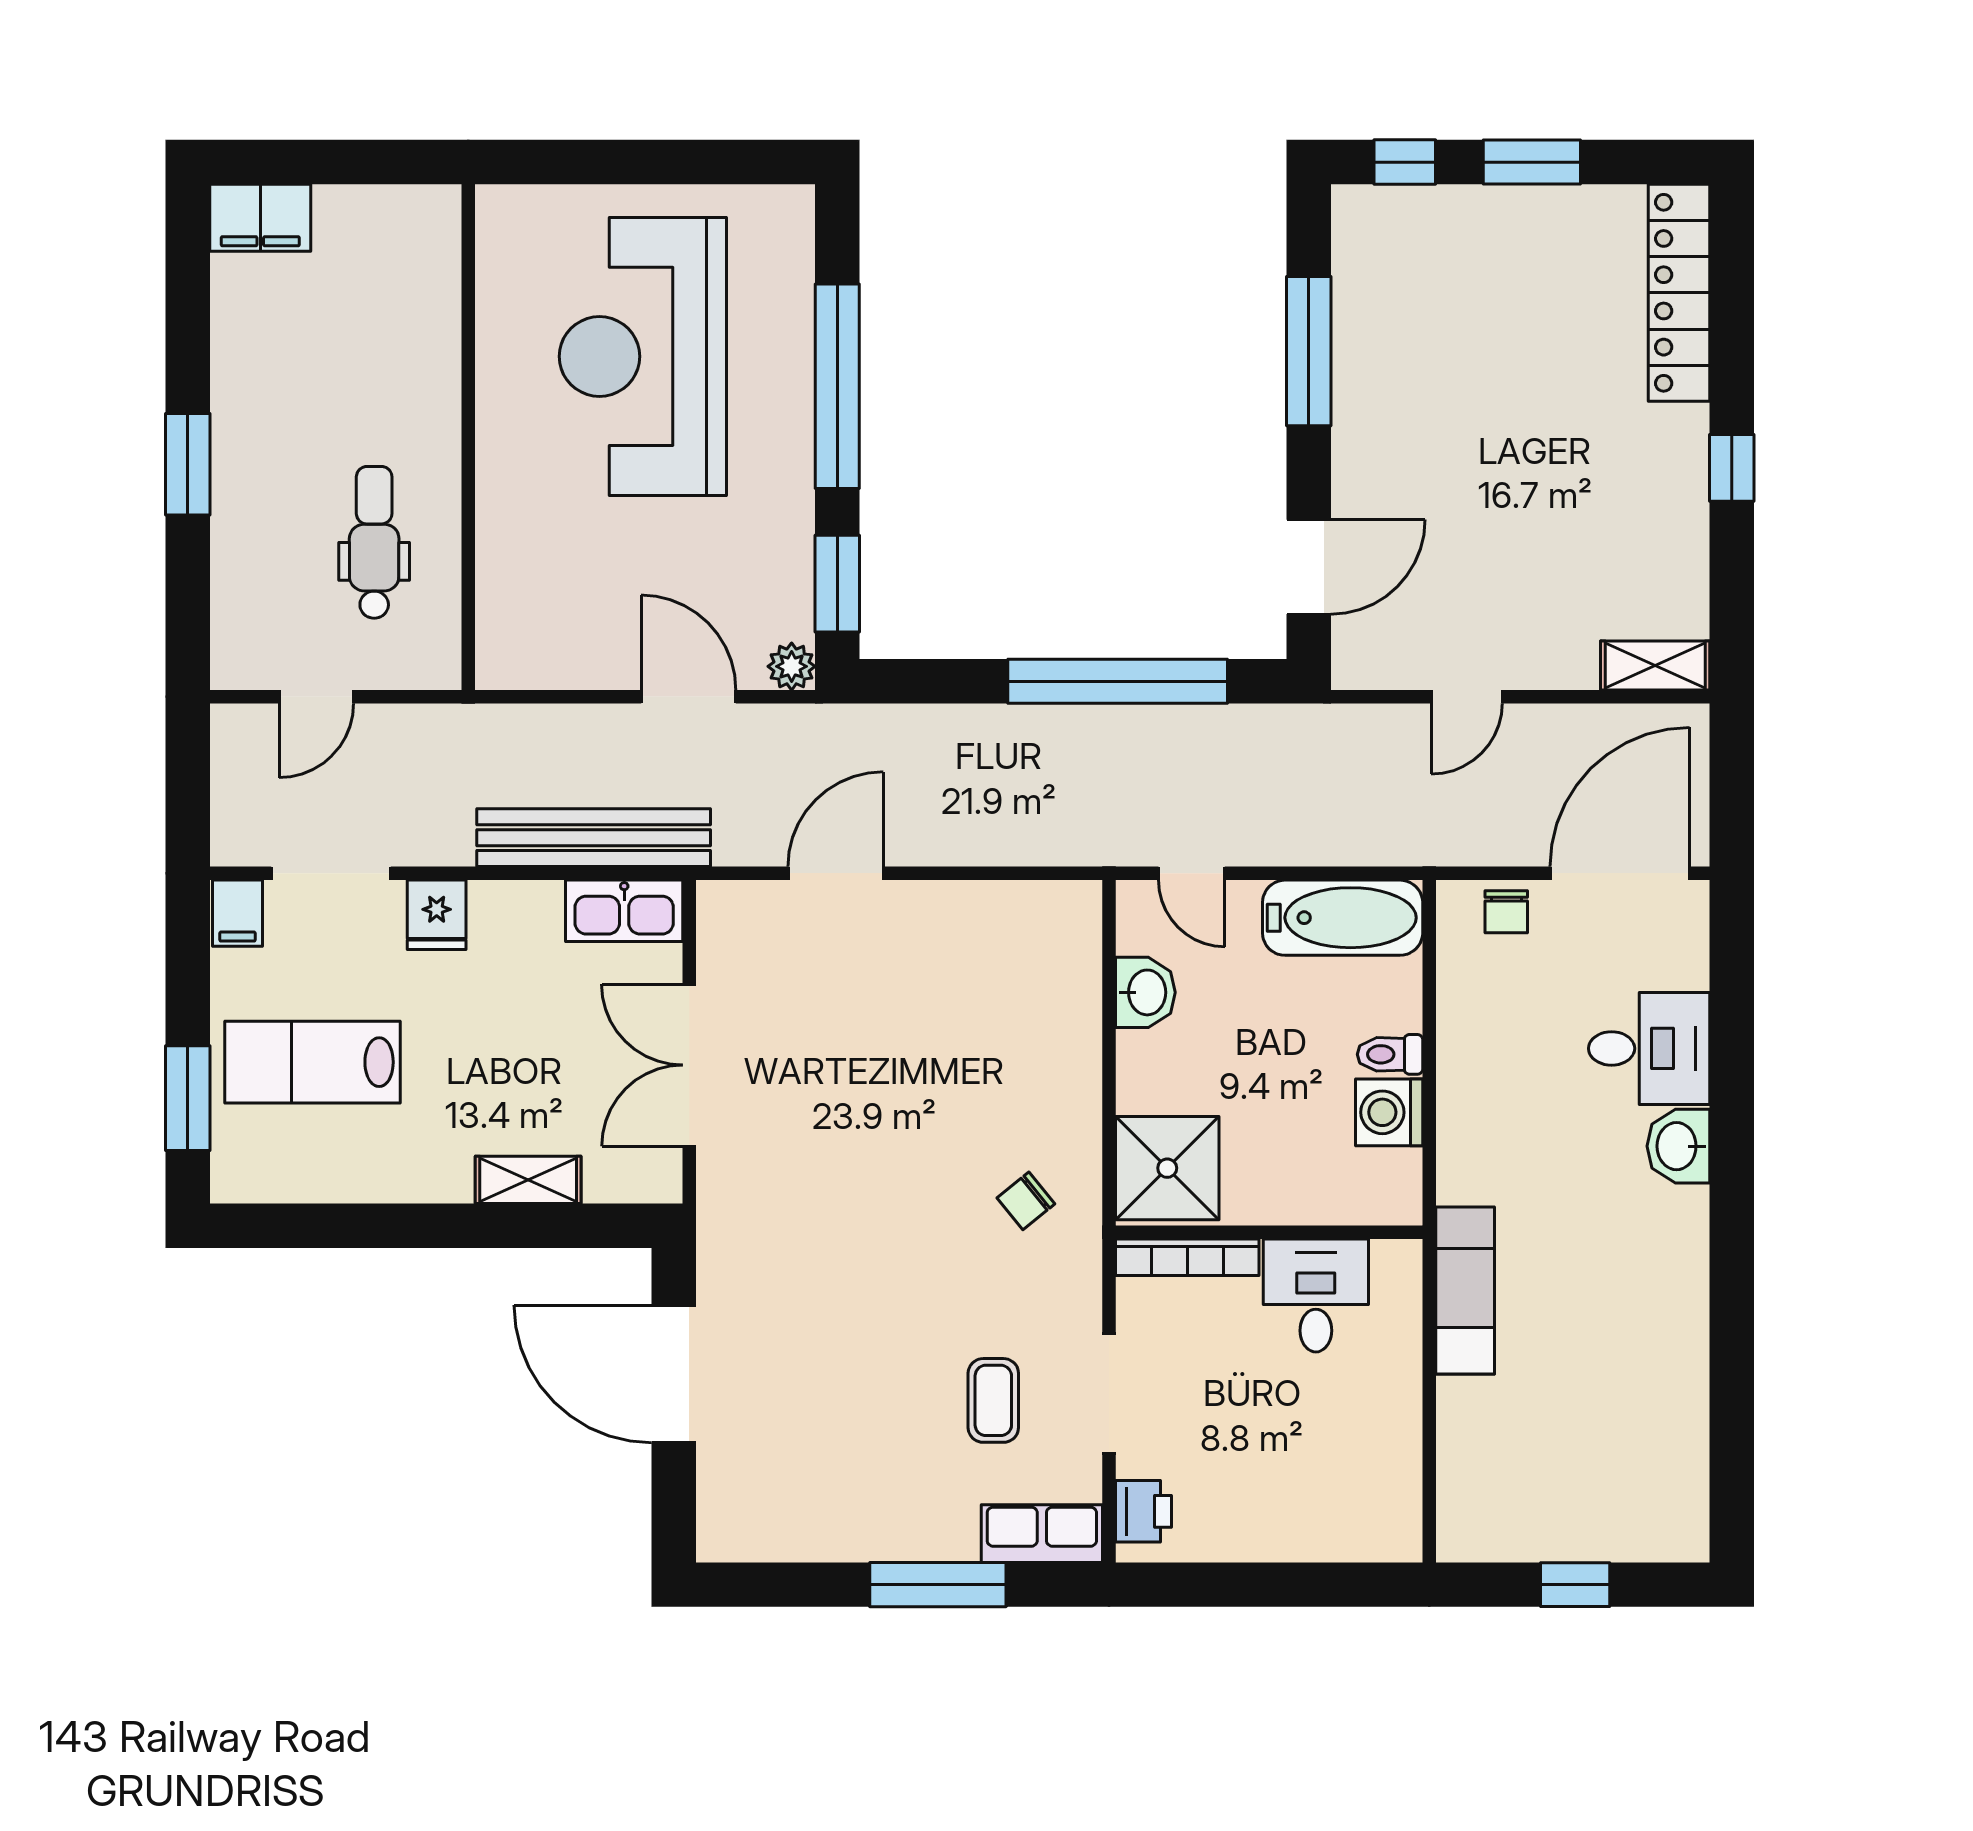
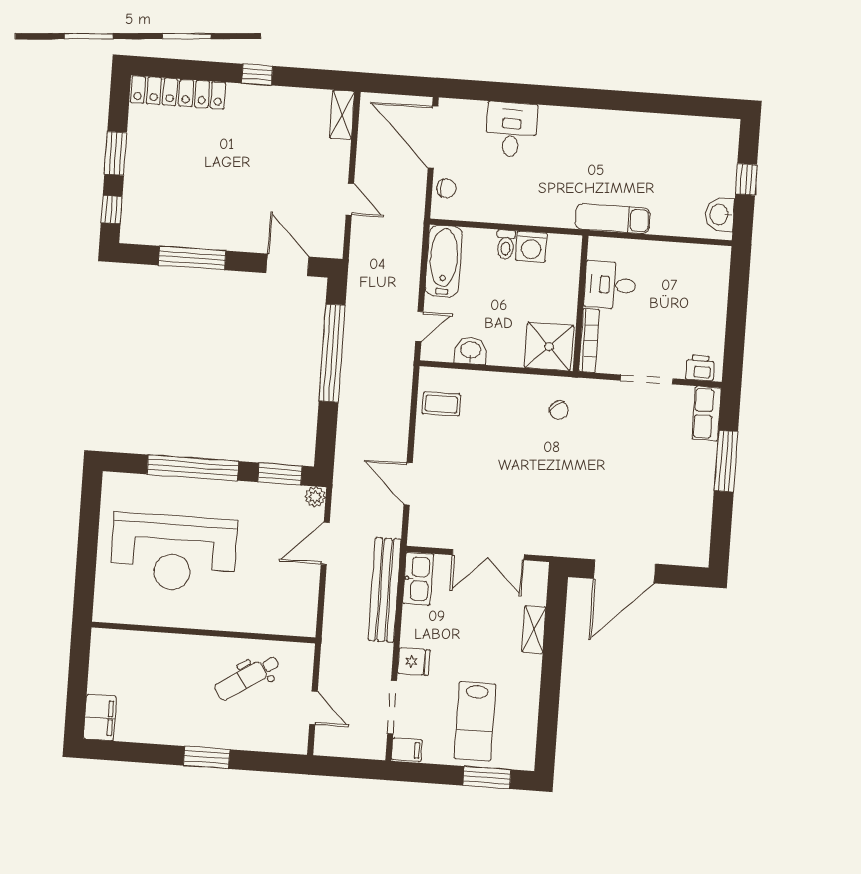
dental chair: (374, 542) -> (247, 677), turned -33
washbasin: (1678, 1146) -> (720, 214), moved, turned 90
coffee table: (993, 1400) -> (441, 404), moved

